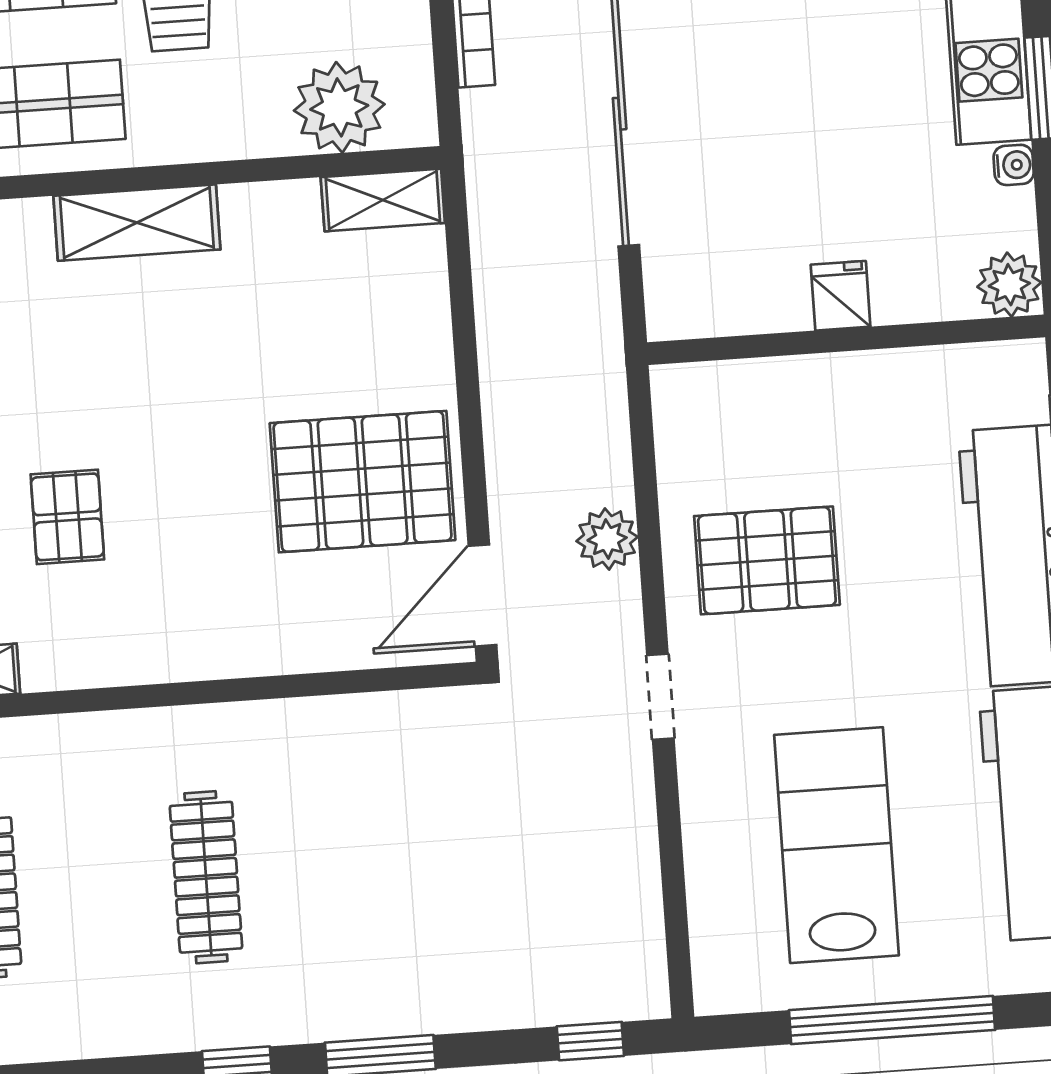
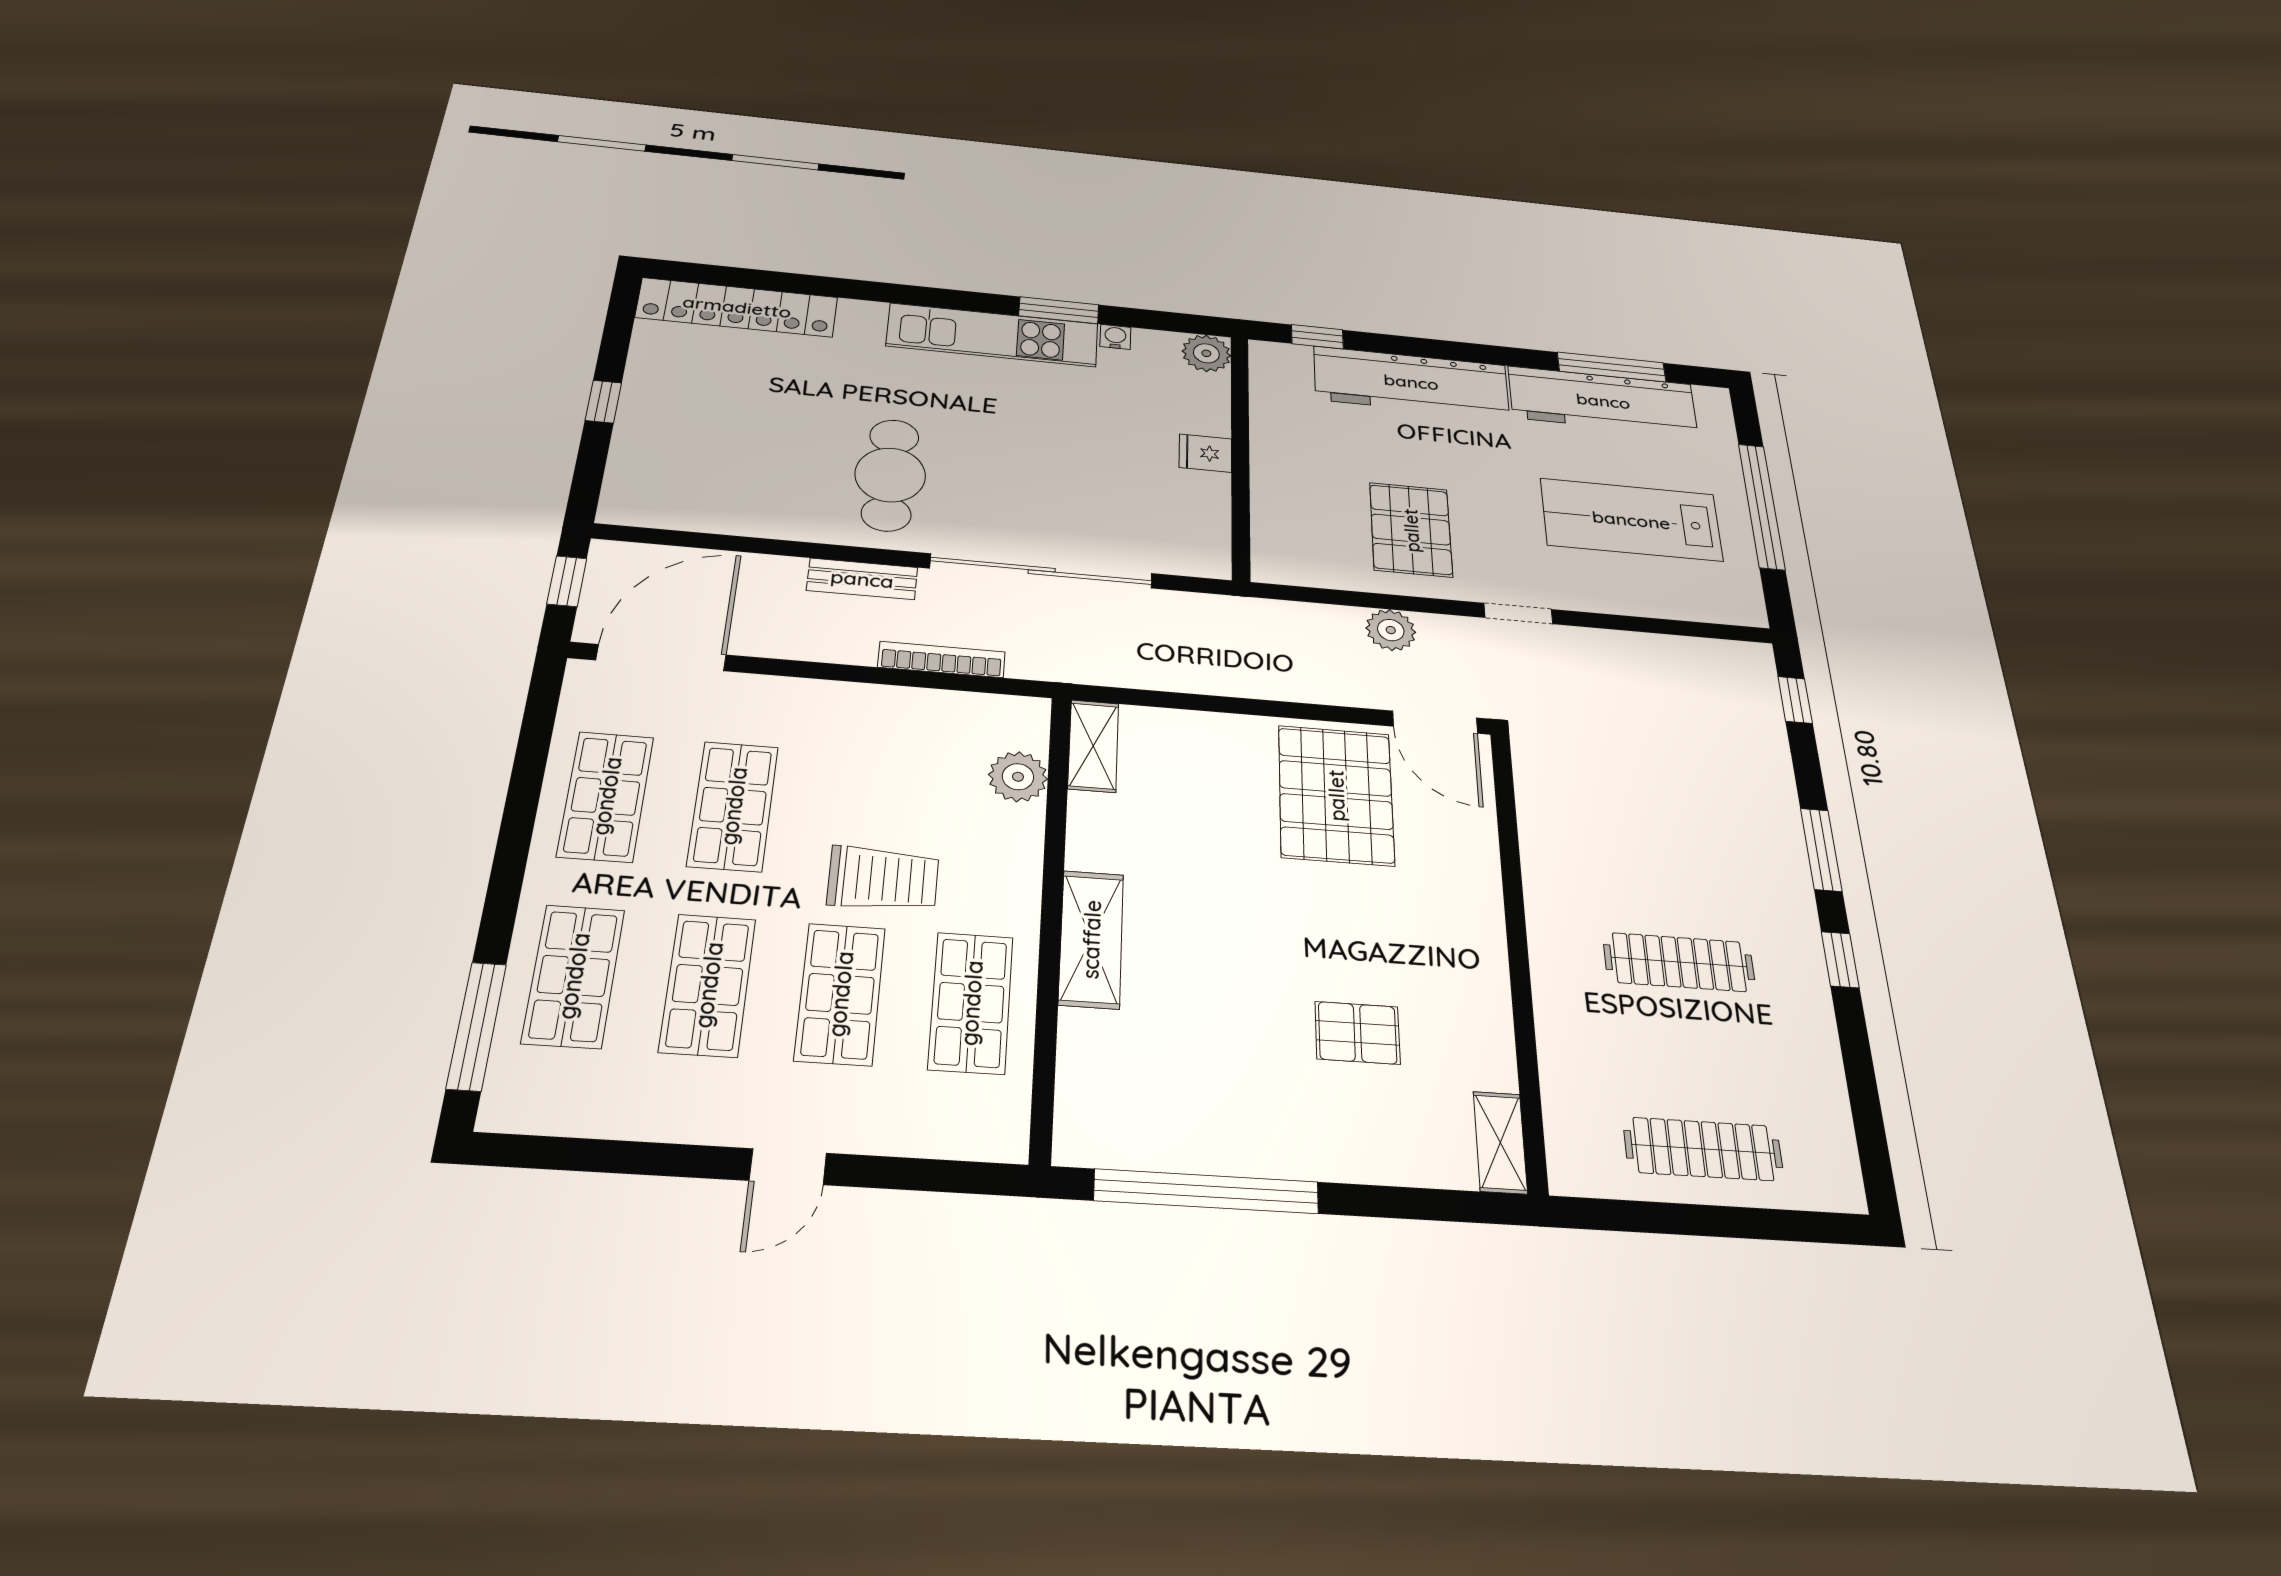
plant: (339, 107) -> (1018, 777), width x0.73, depth x0.73

